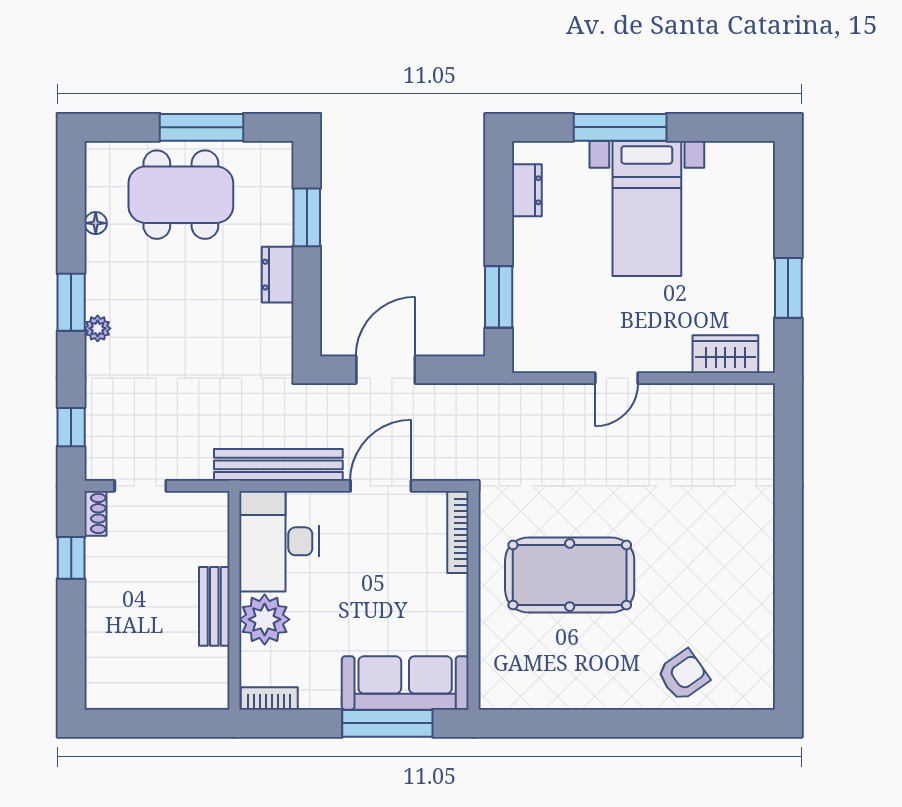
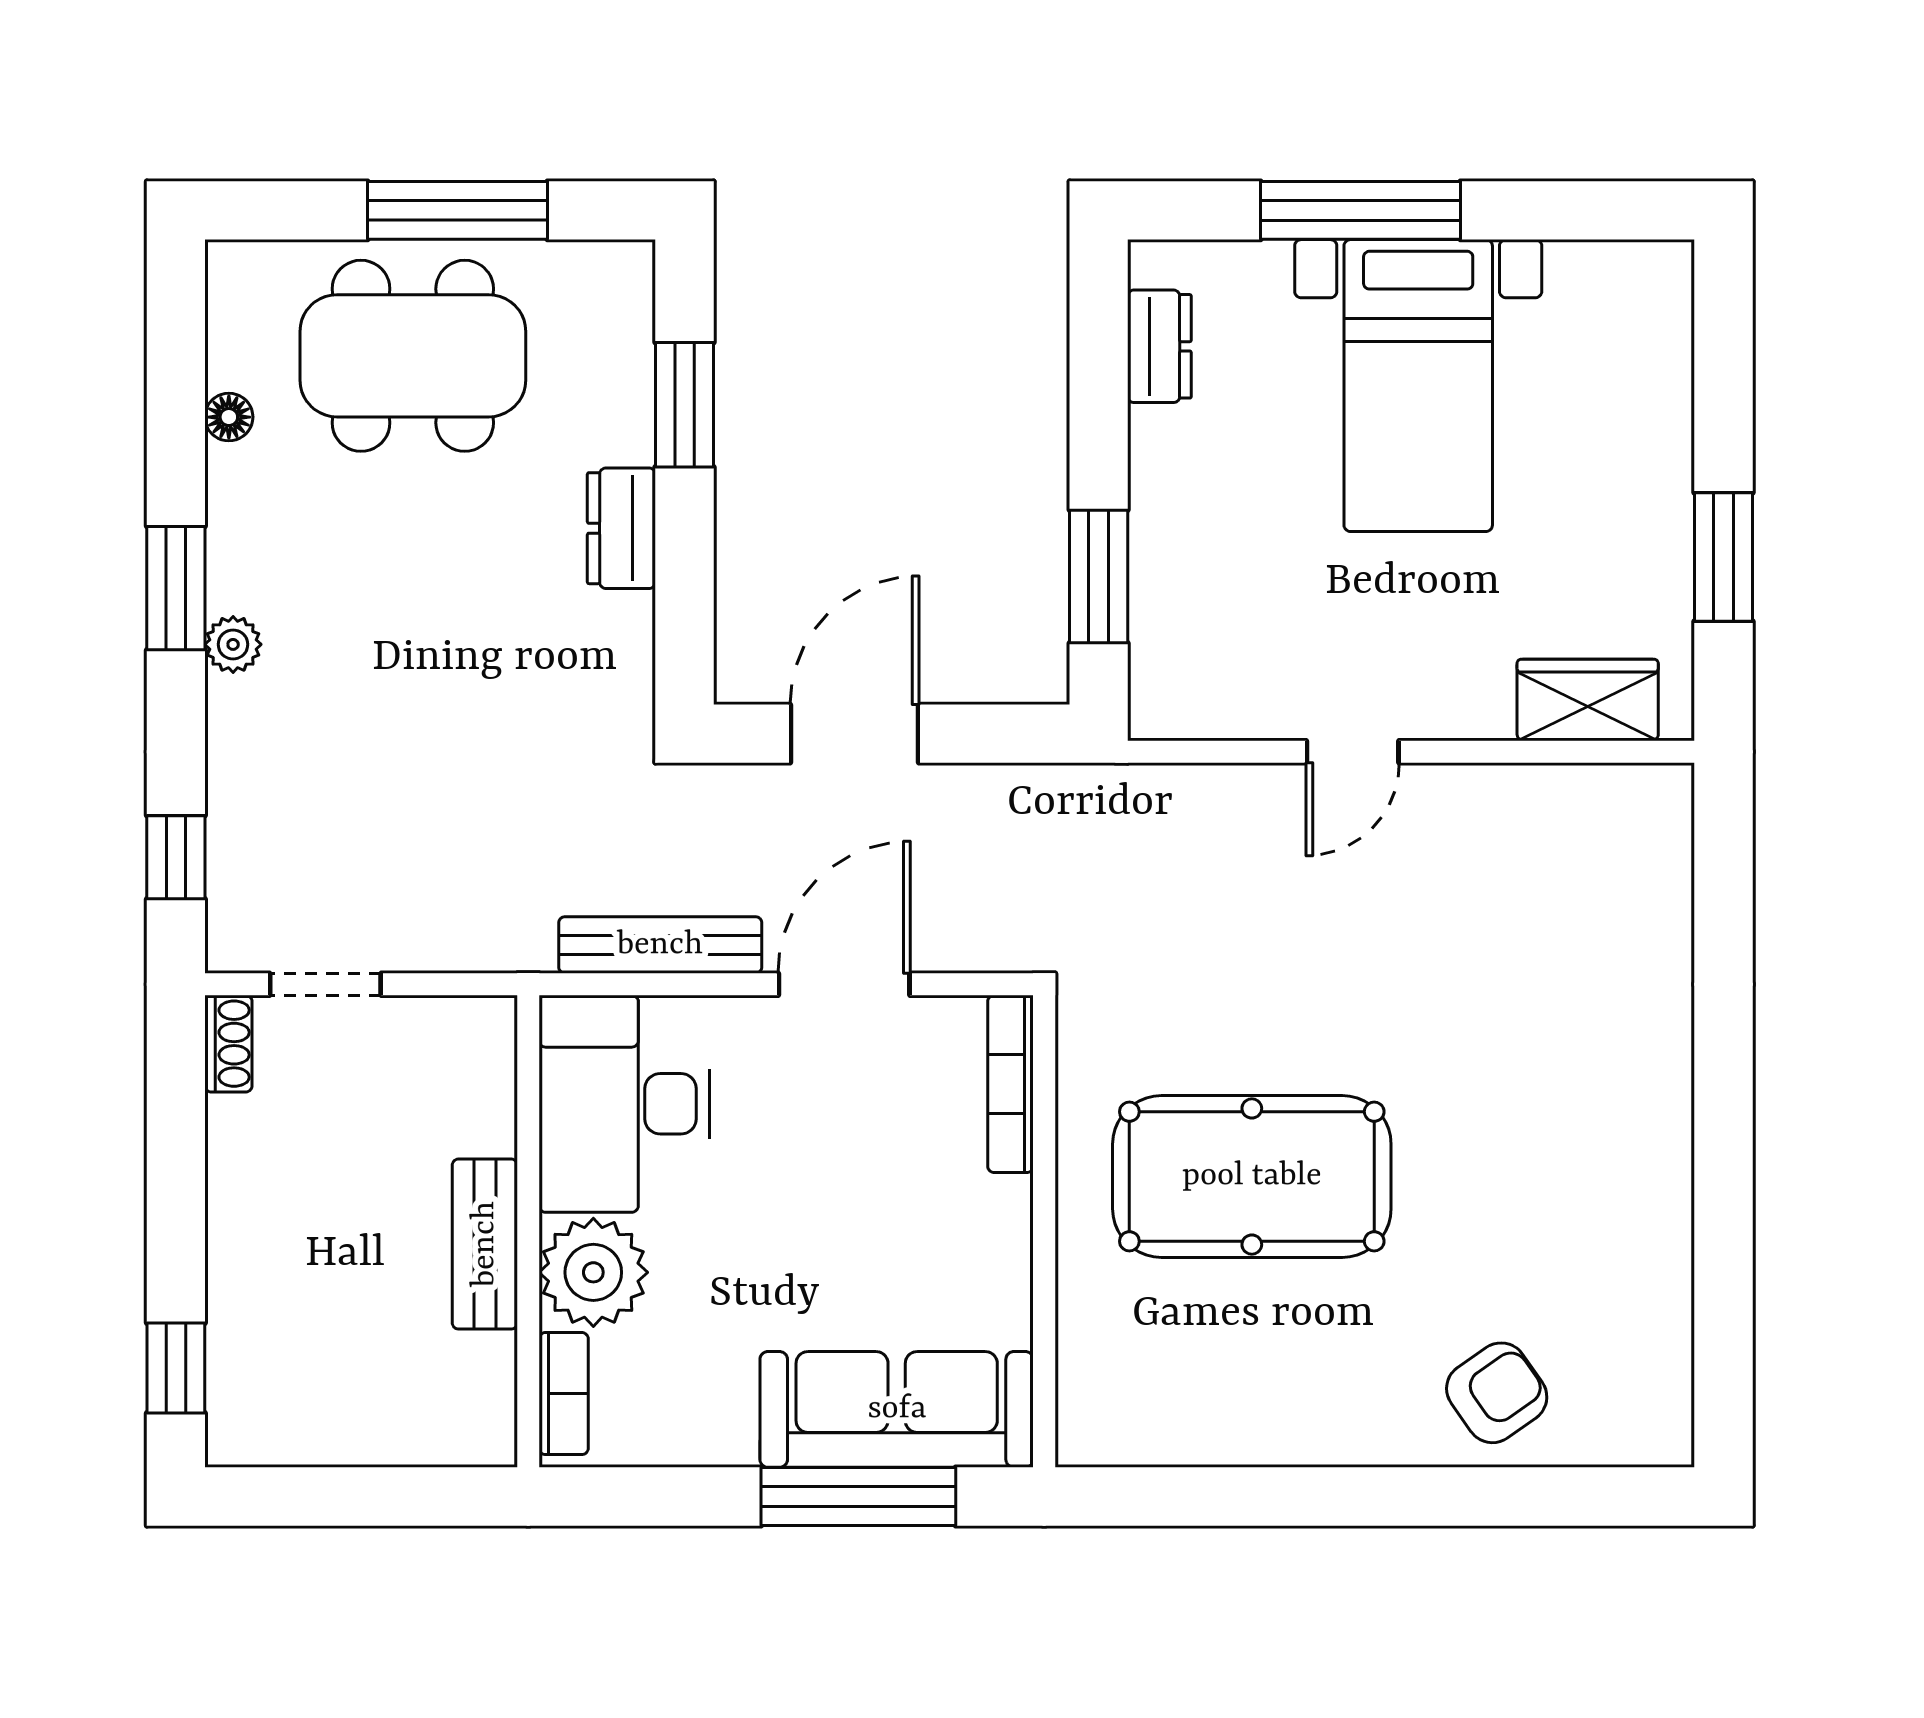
bench: (278, 465) -> (660, 945), width x0.73, depth x0.82
window: (71, 558) -> (176, 1368), moved
bookcase: (269, 699) -> (564, 1394), moved, turned 90

